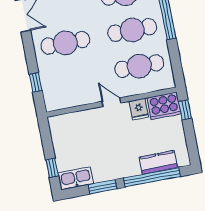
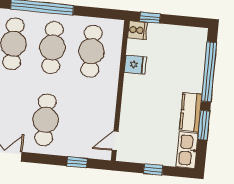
door: (111, 102) -> (115, 141), moved
cooker: (164, 106) -> (137, 30), width x0.53, depth x0.76
kitchen counter: (158, 162) -> (191, 112), moved
window: (52, 168) -> (153, 169), moved

